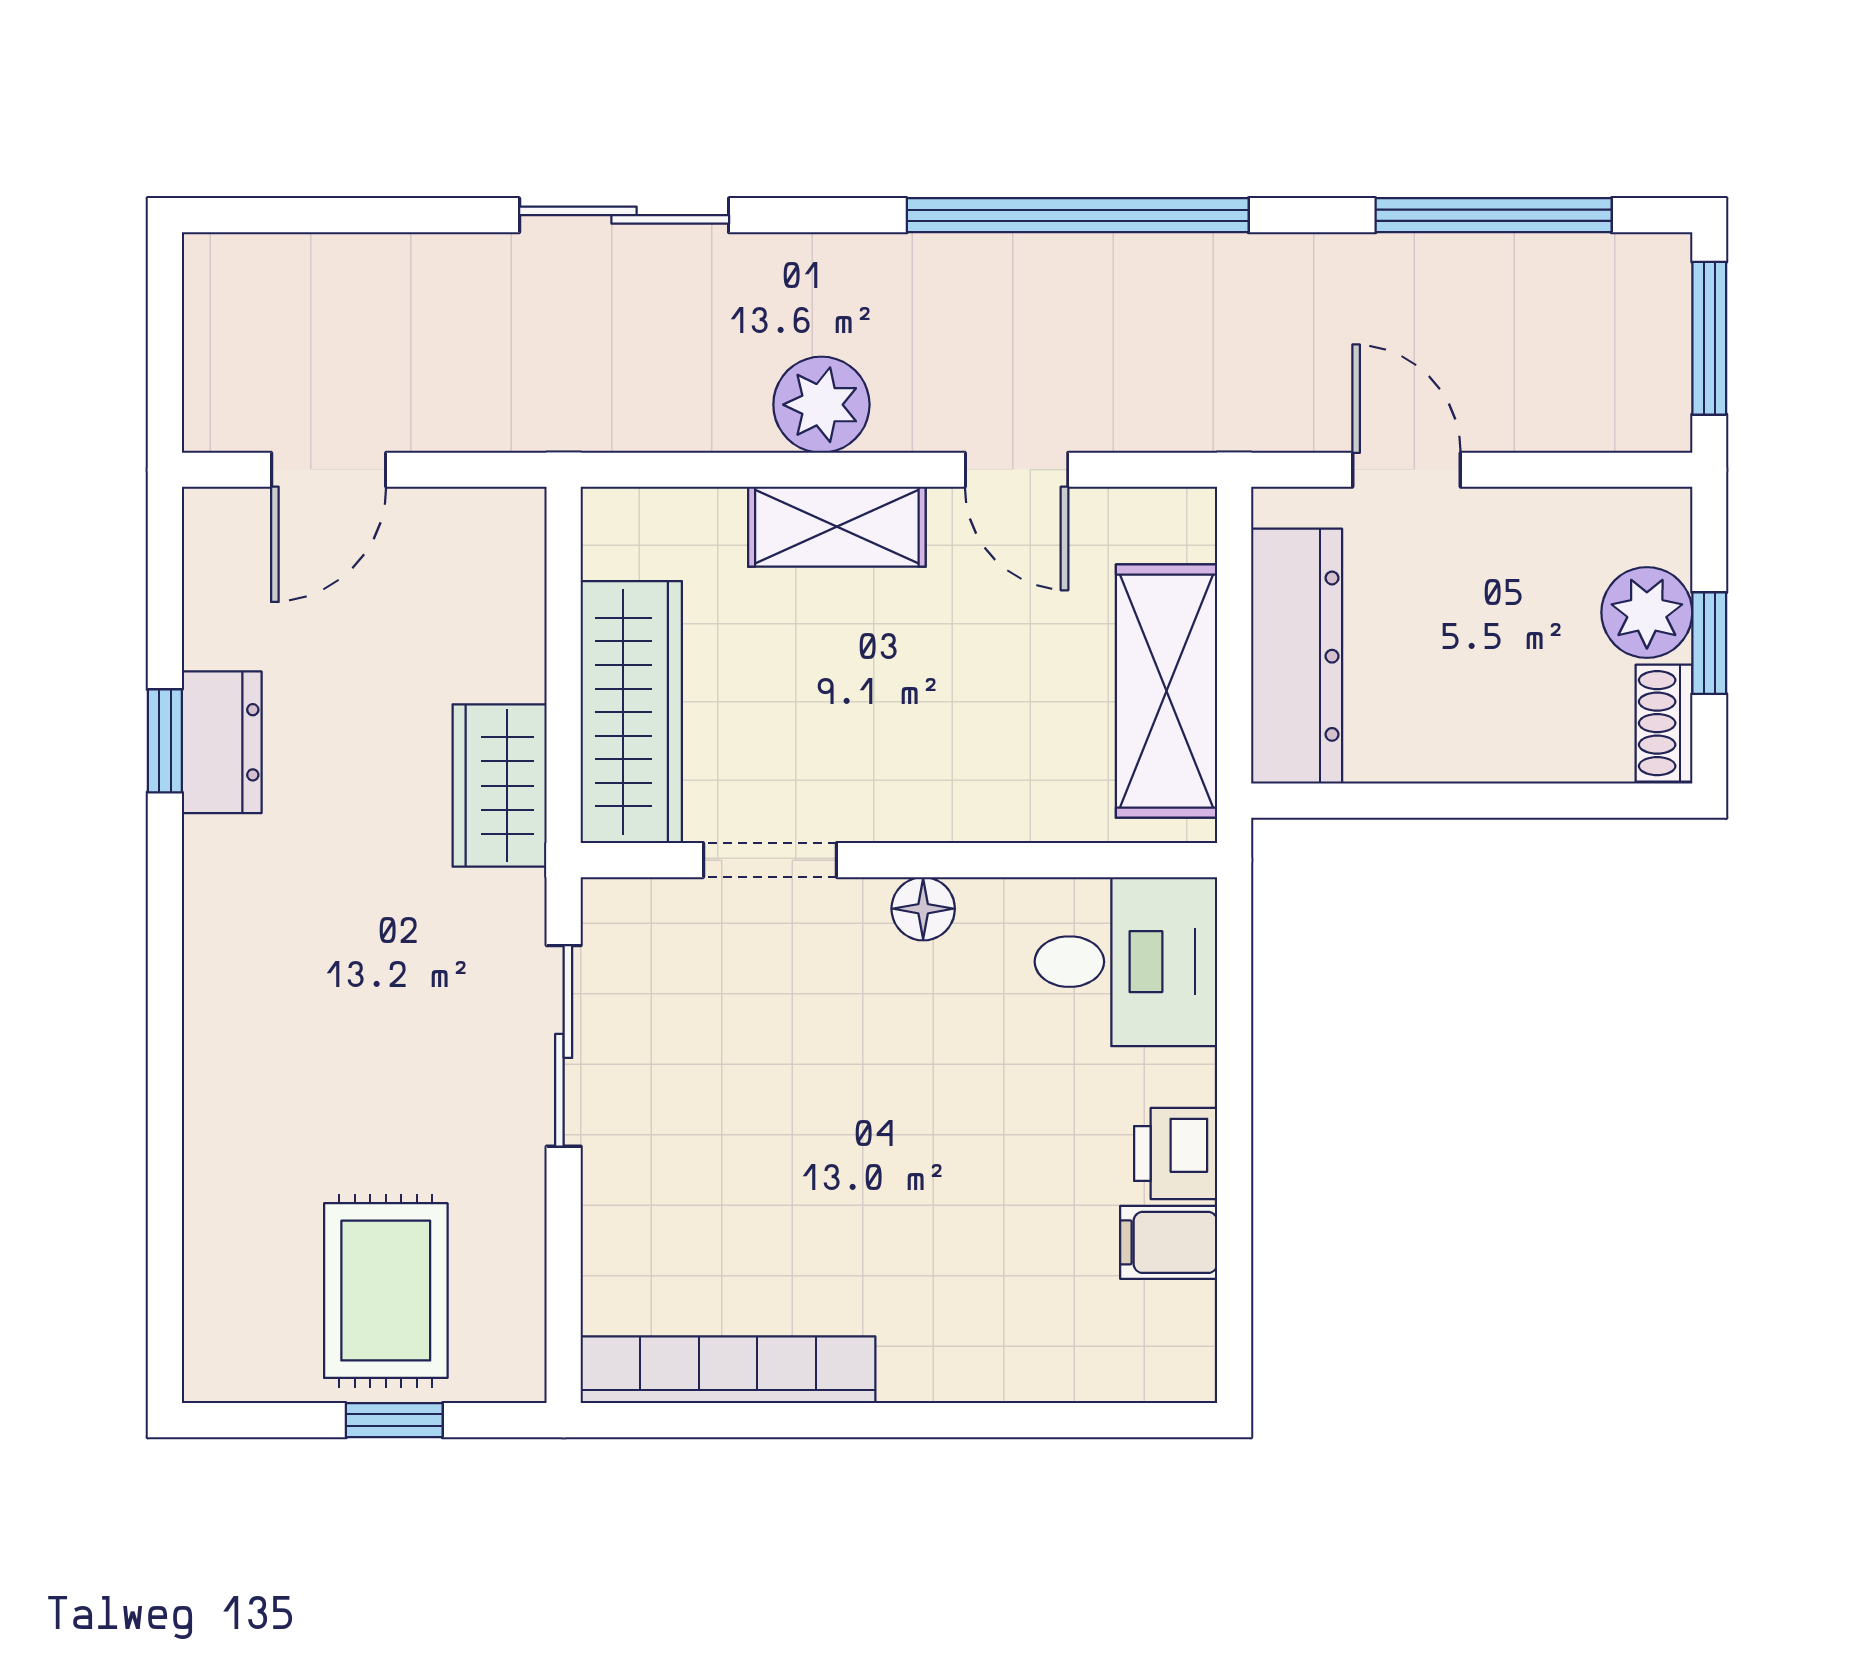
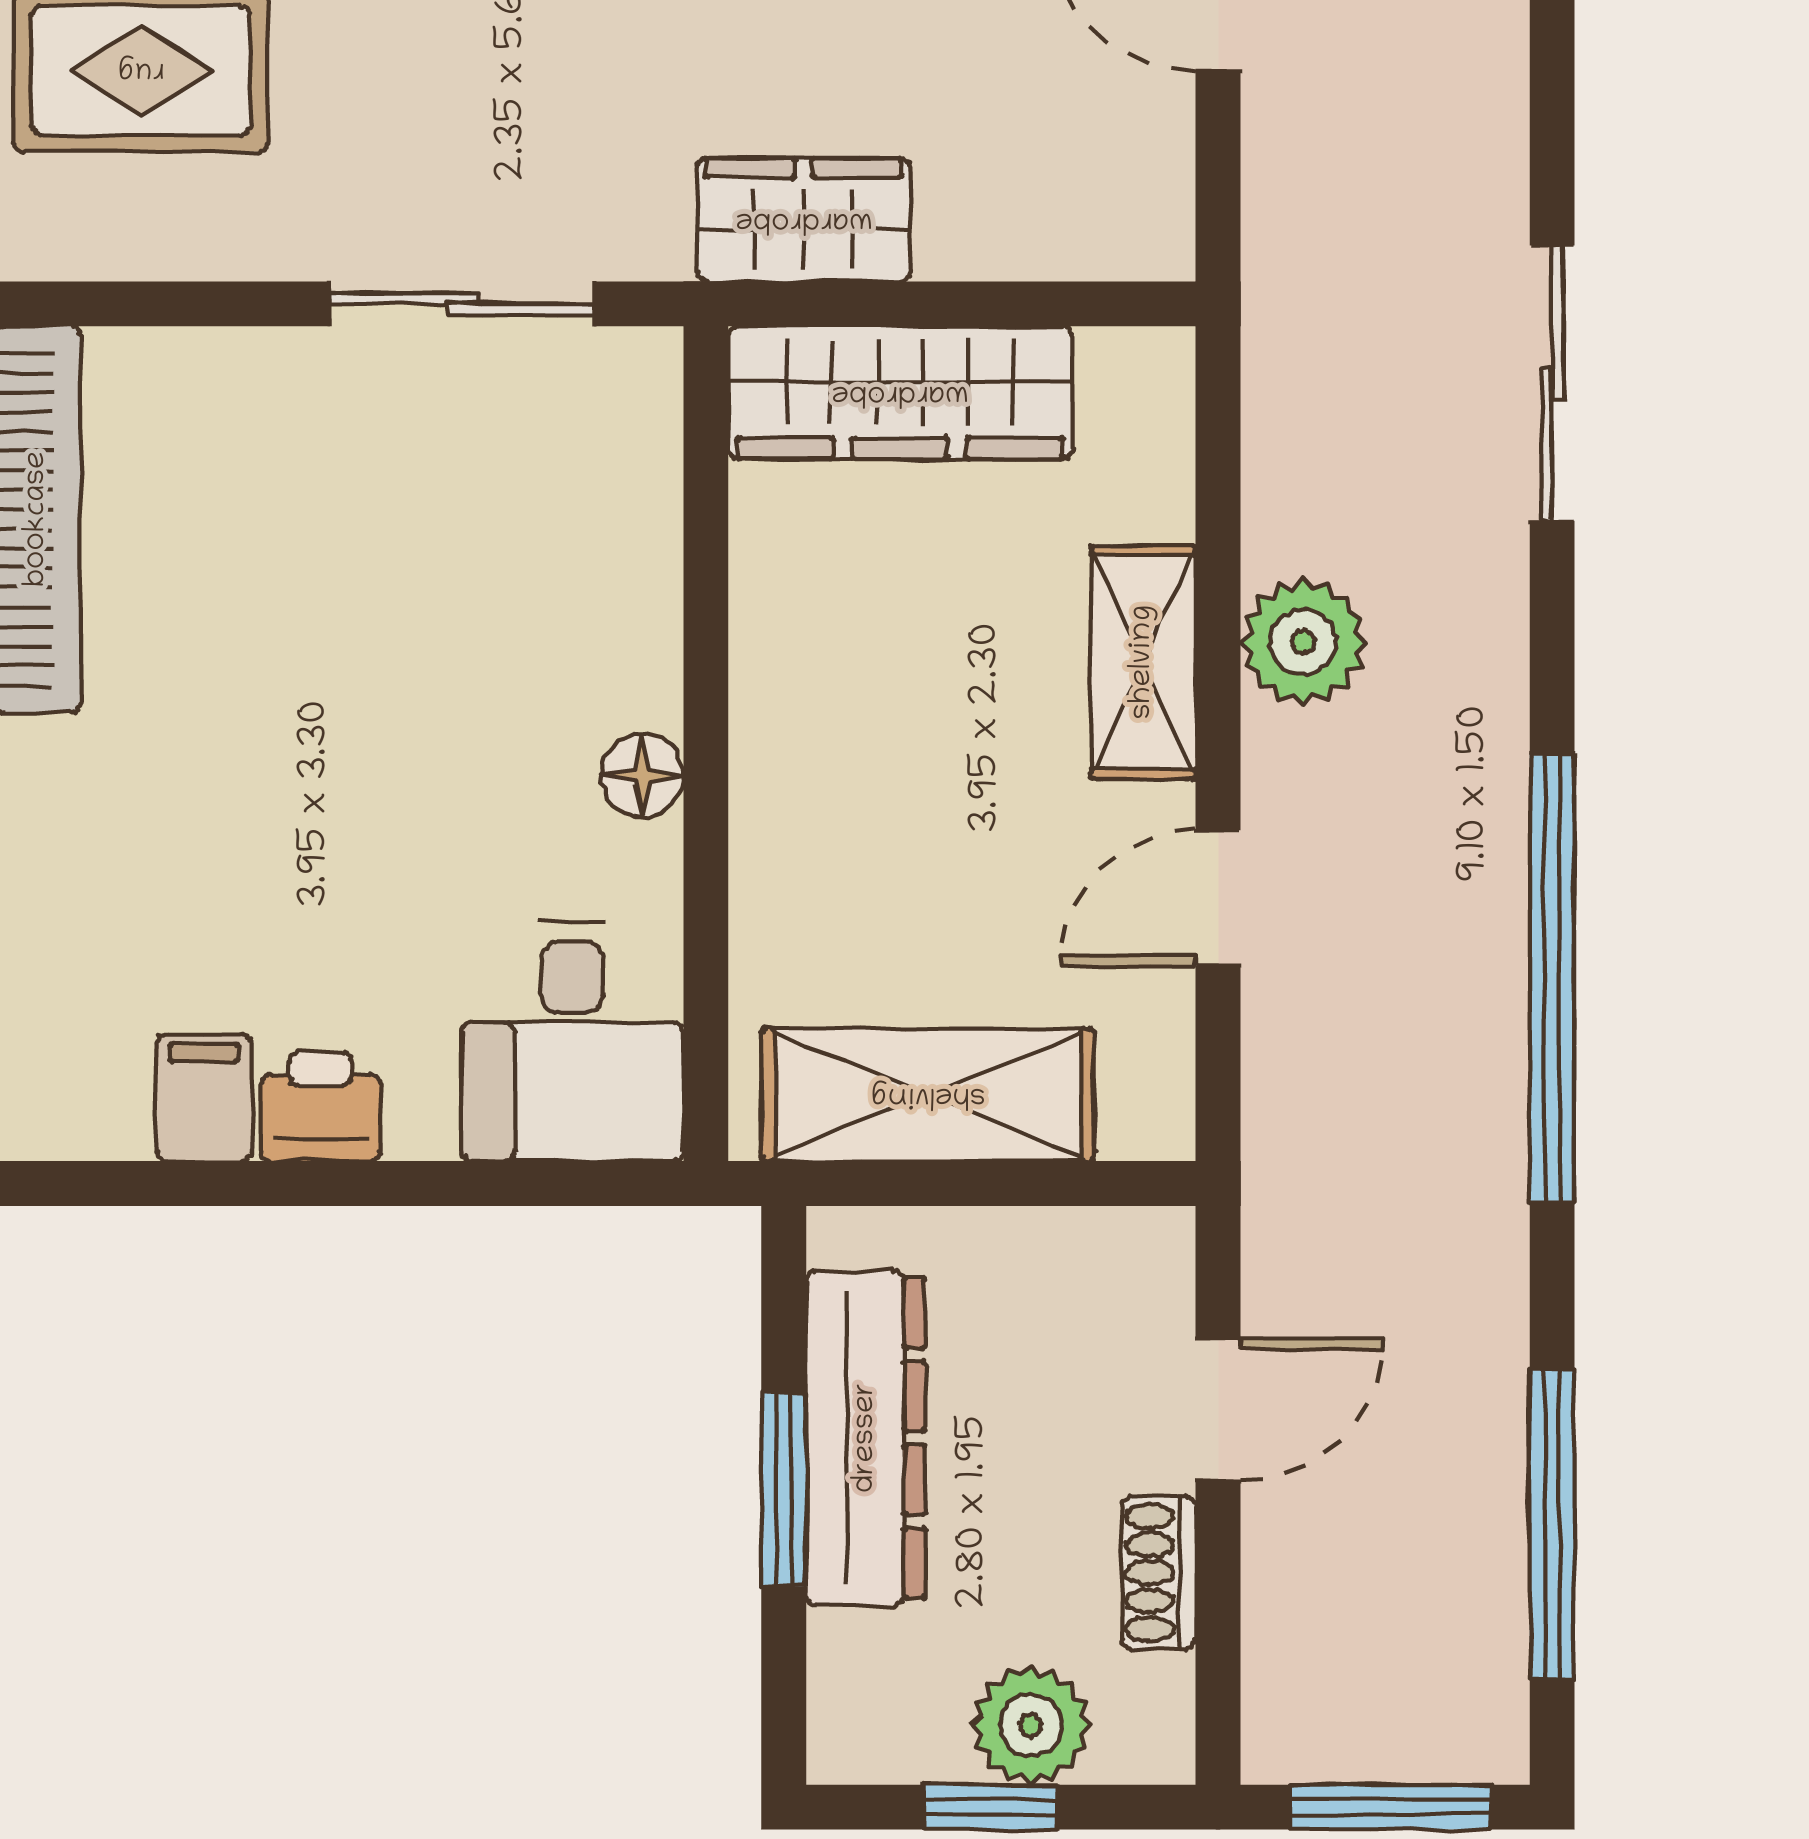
dresser: (1297, 656) -> (866, 1438), moved, turned -90
shoe rack: (1664, 723) -> (1159, 1573), moved, turned -90
window: (1467, 801) -> (784, 1489), added
doorway: (770, 860) -> (706, 574), removed

